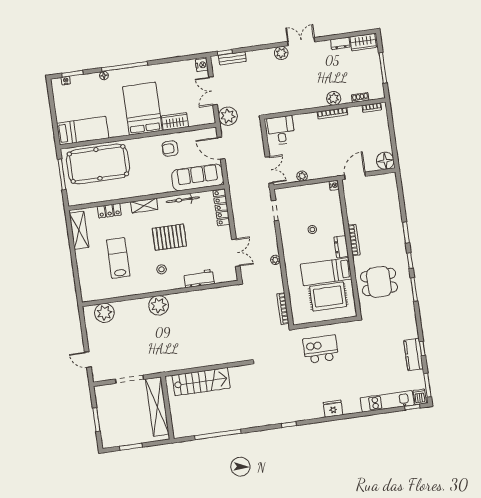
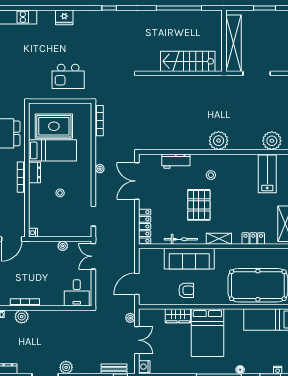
plant: (228, 116) -> (130, 318), width x0.53, depth x0.53
door: (221, 148) -> (137, 284), swing flipped
sofa: (198, 177) -> (189, 259), moved
pallet: (169, 237) -> (199, 205), turned 90
double door: (236, 253) -> (137, 181), width x1.37
lab bench: (118, 258) -> (267, 174), moved, turned 180

